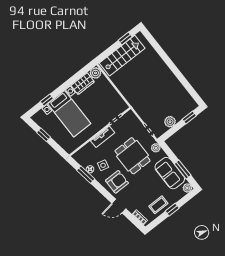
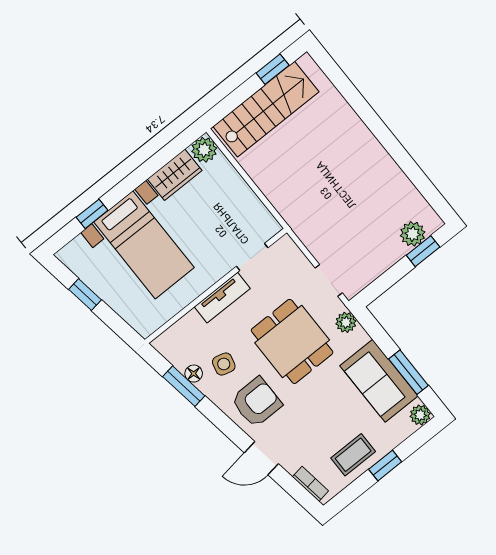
plant: (170, 122) -> (413, 234), moved

